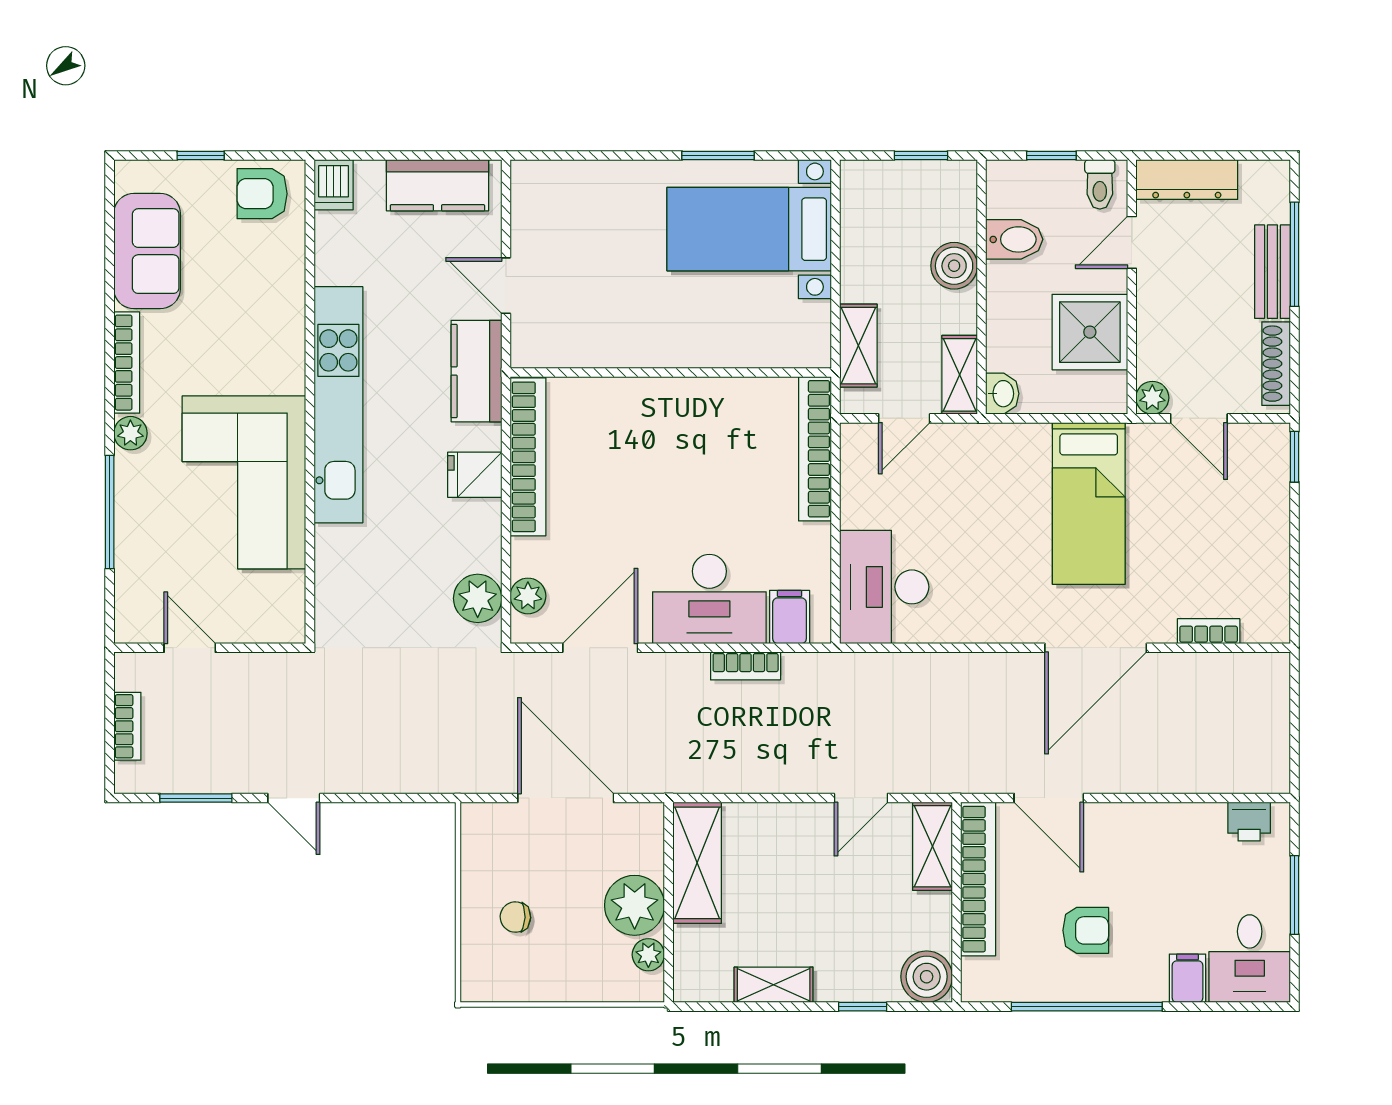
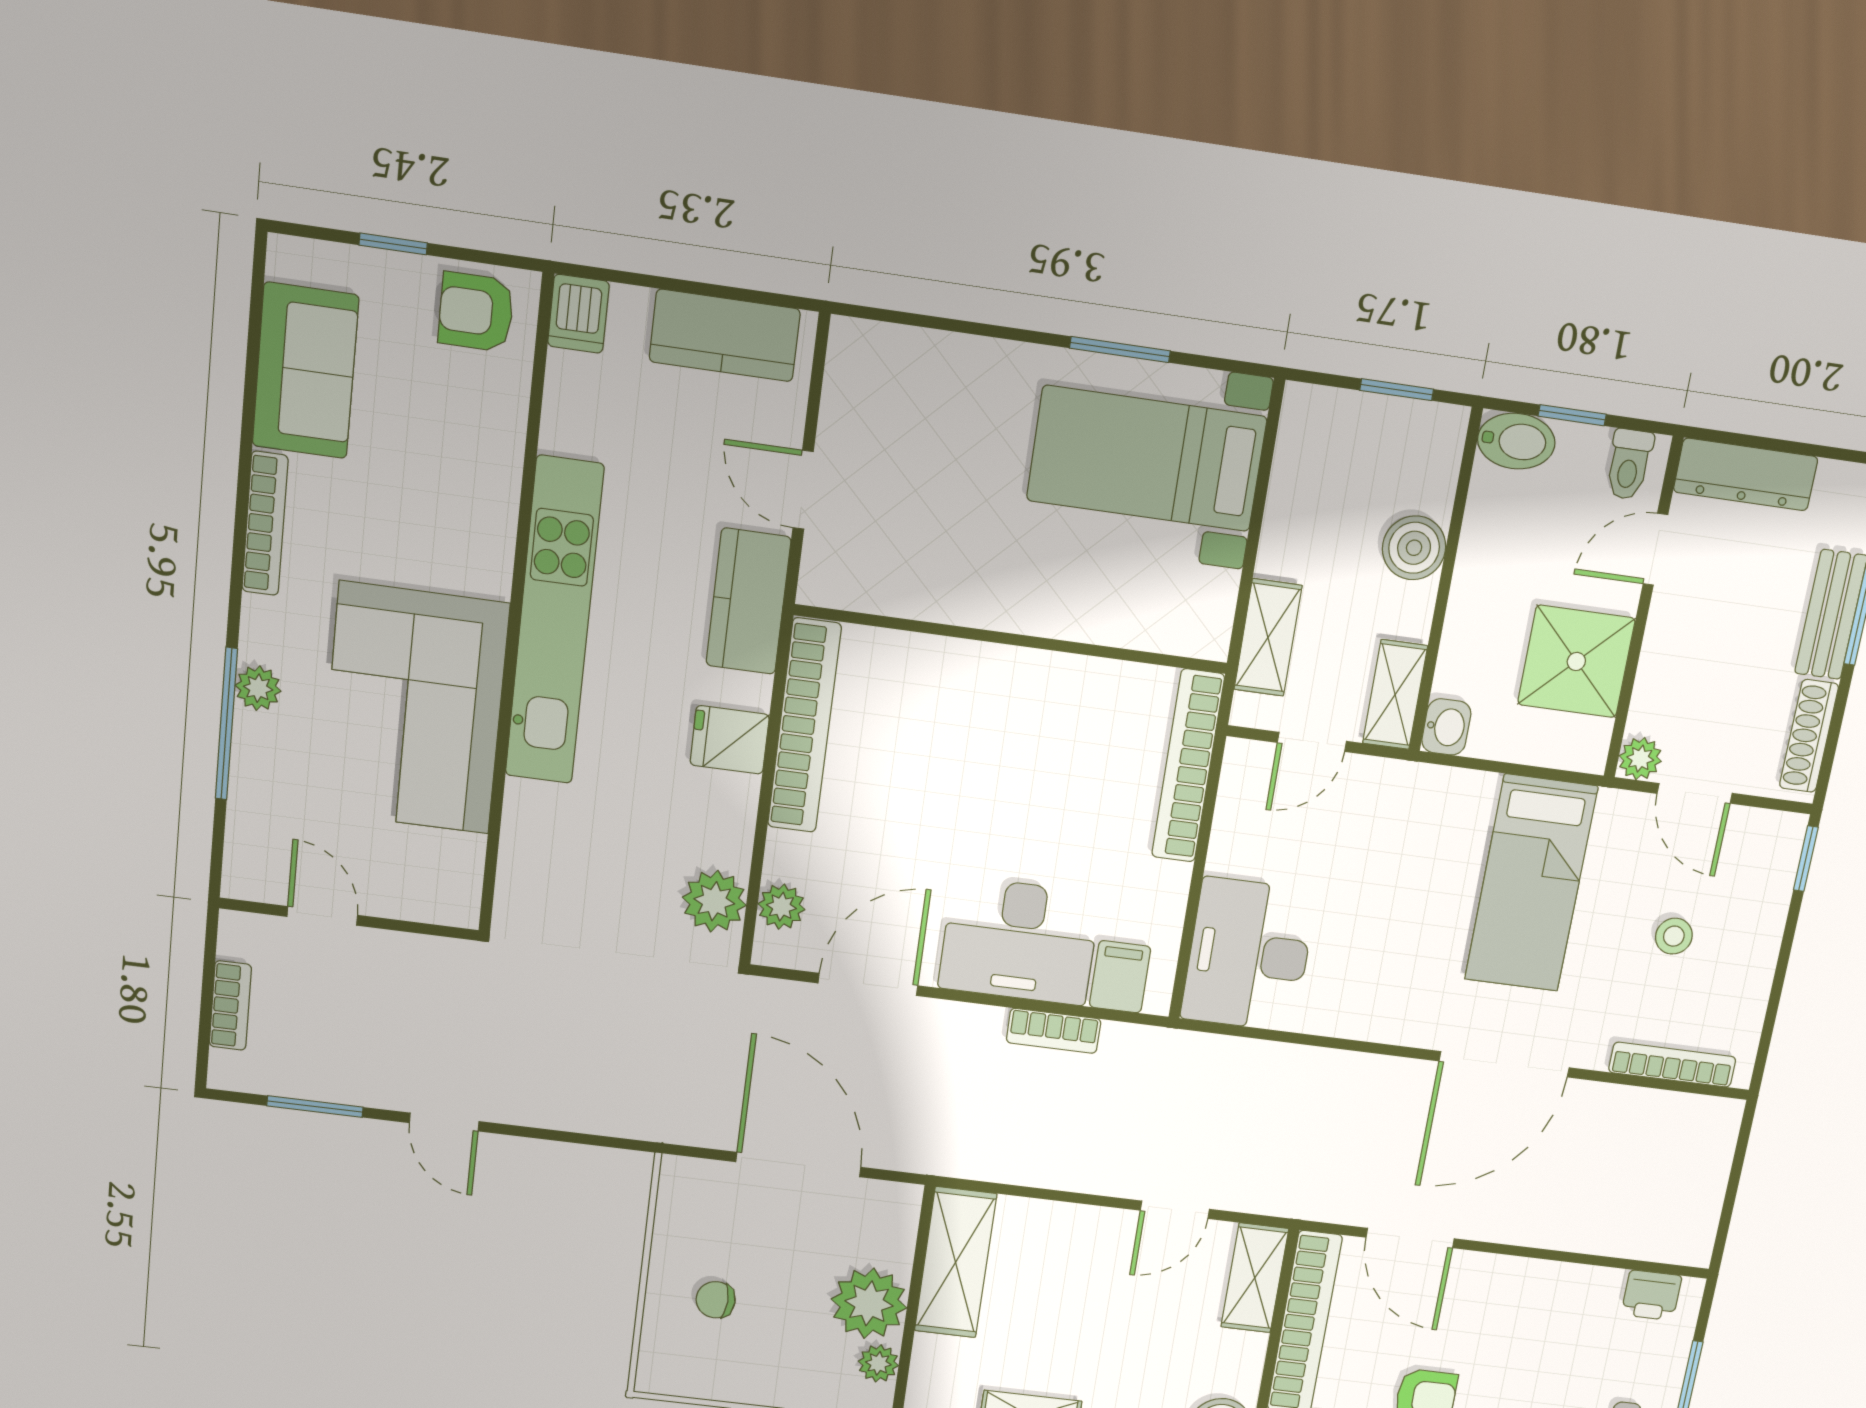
bidet: (1014, 239) -> (1516, 441), moved
plant: (130, 433) -> (258, 688), moved
stool: (1206, 530) -> (1674, 936), added
bookcase: (1209, 631) -> (1672, 1065), width x1.56

